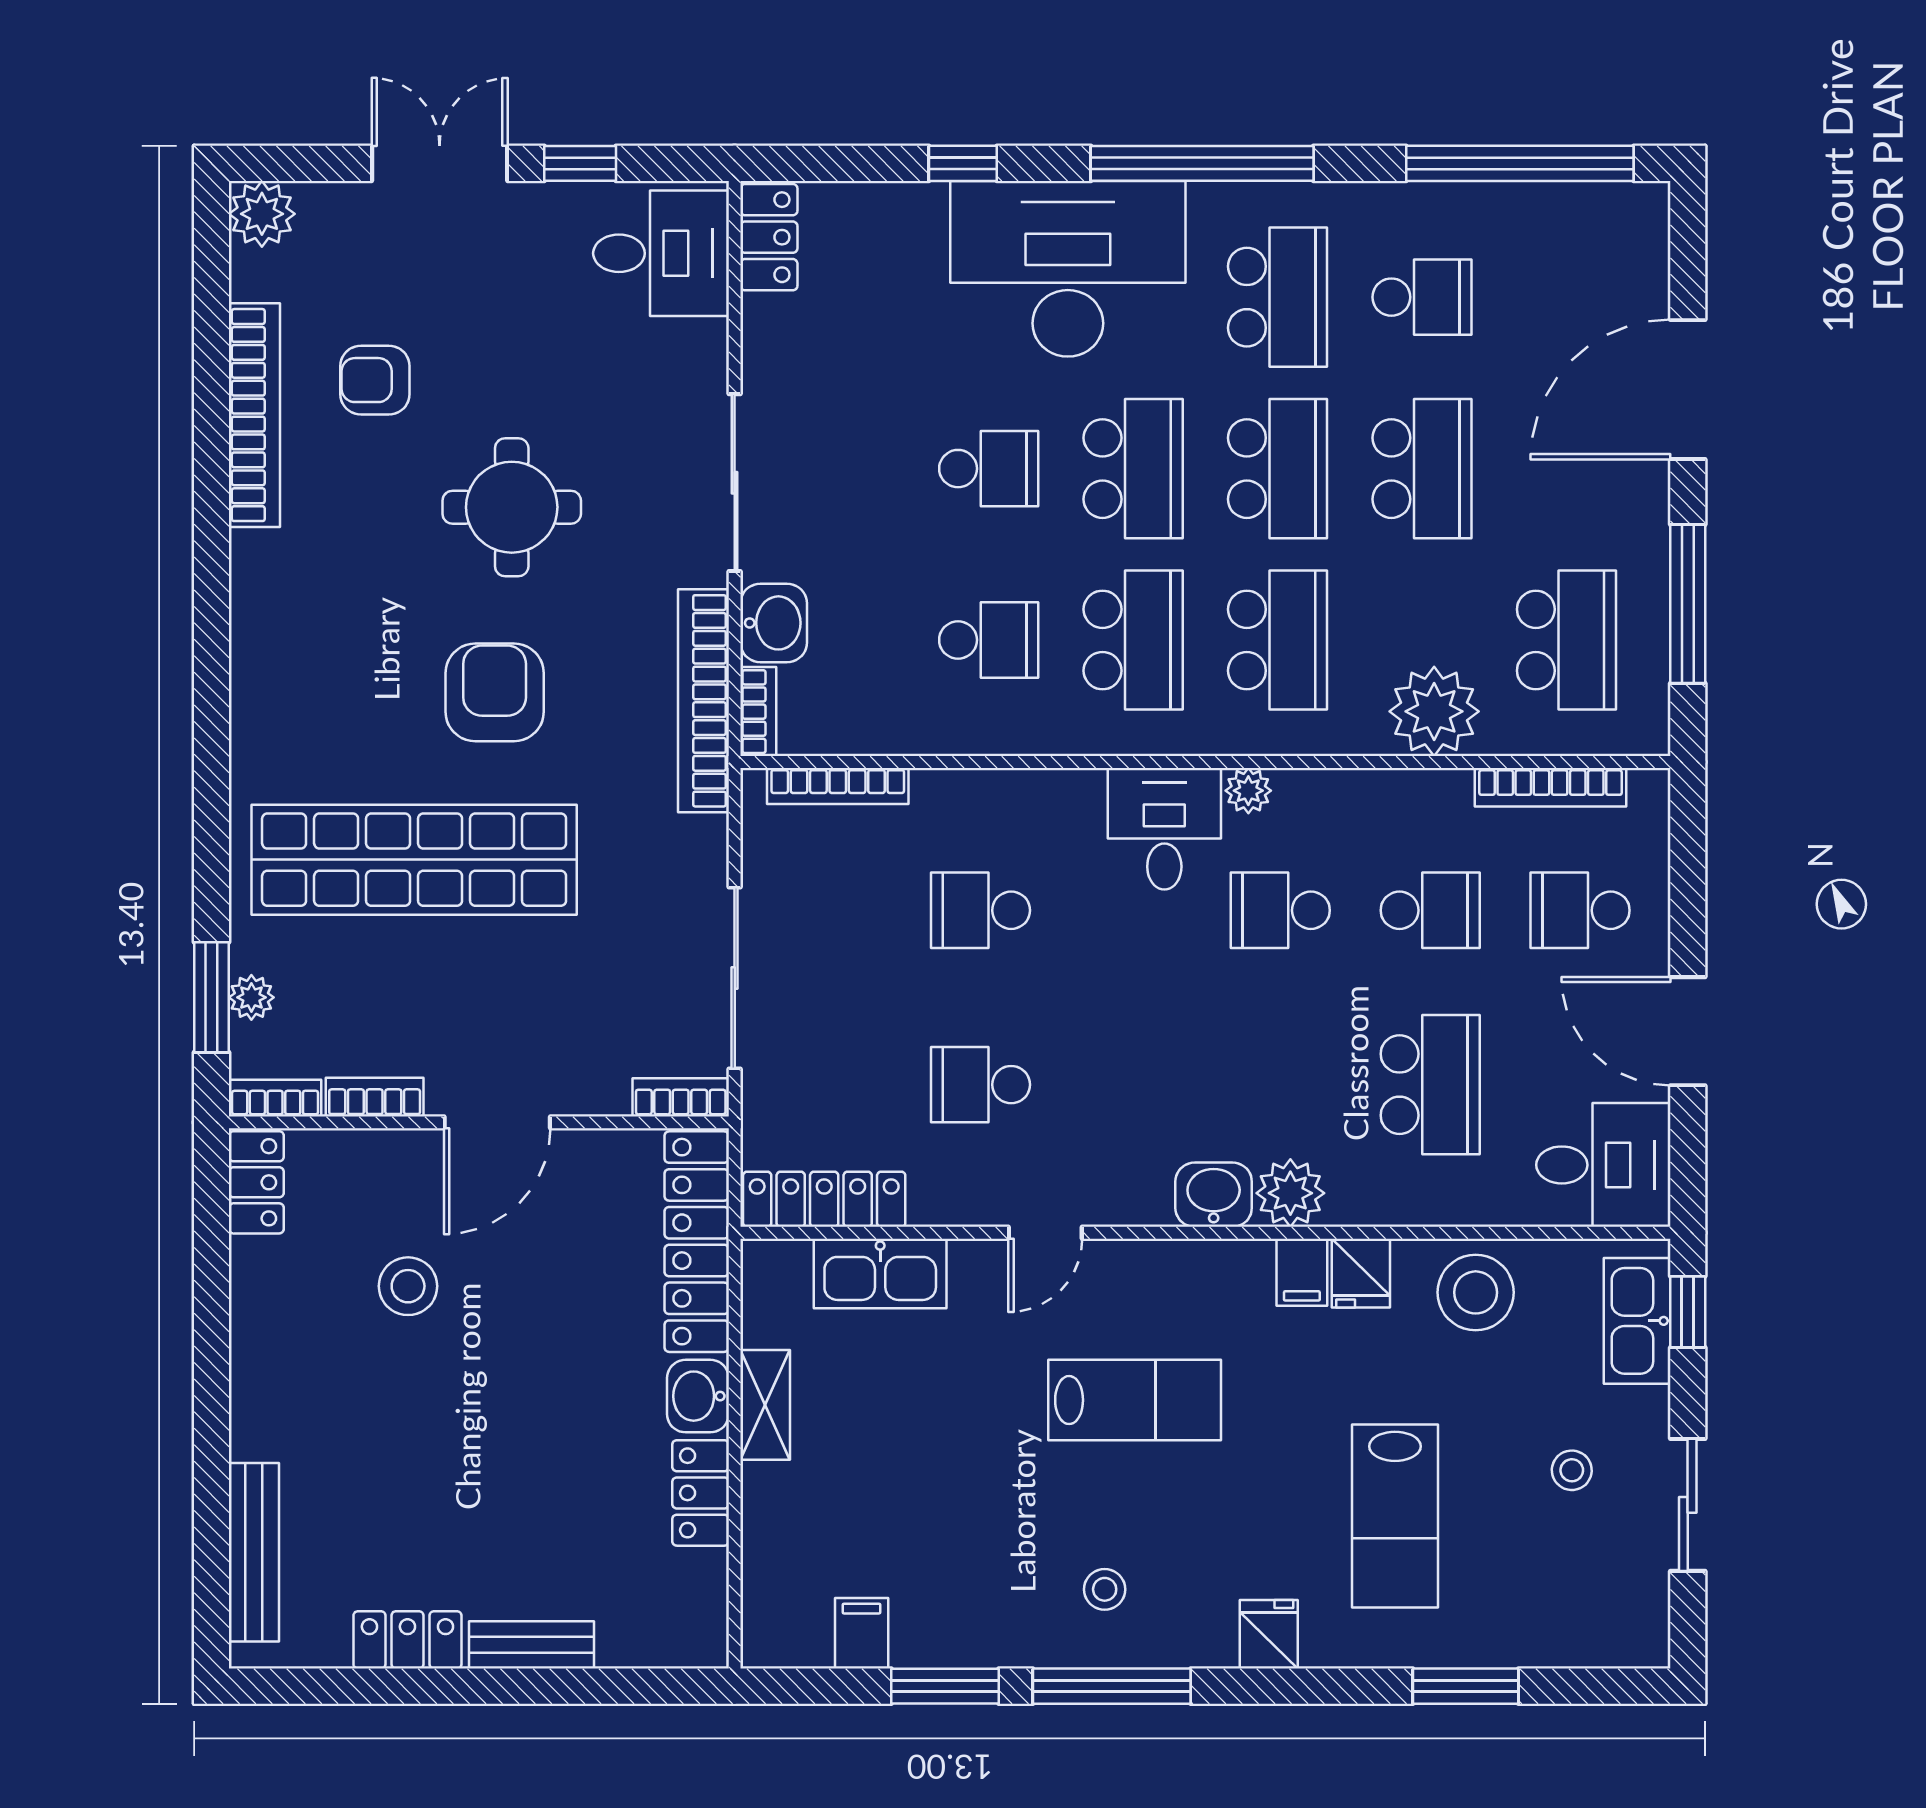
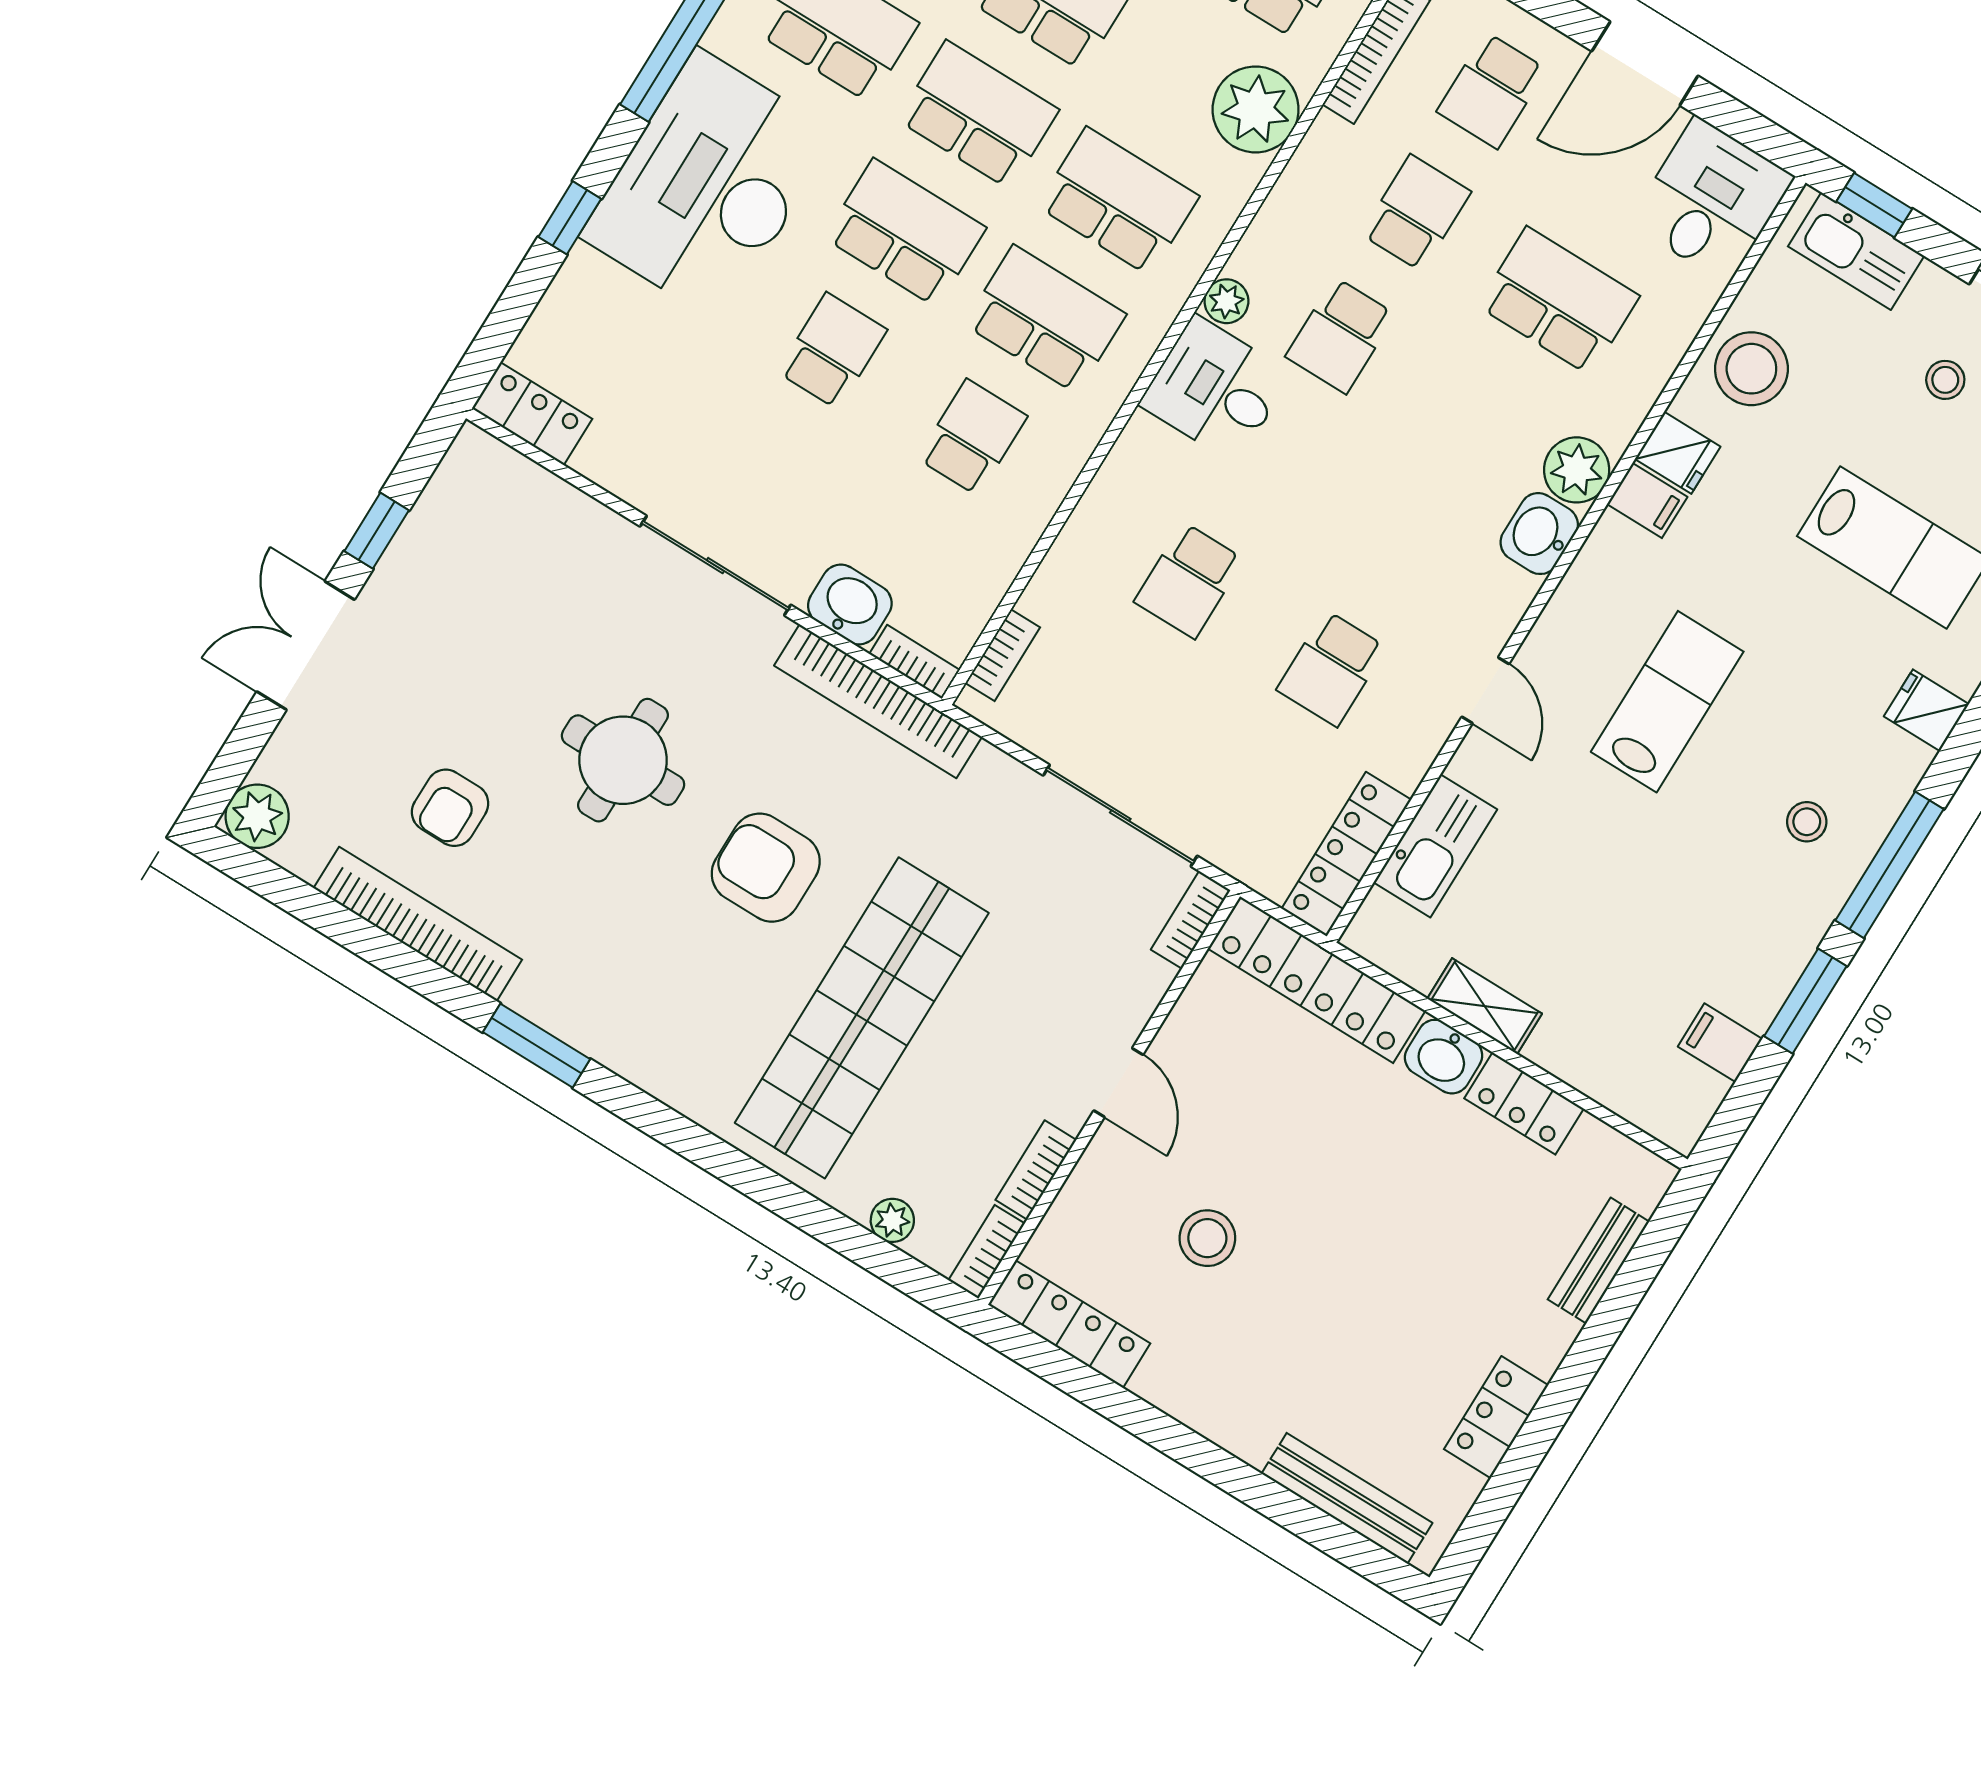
desk: (661, 253) -> (491, 510), removed
bookcase: (838, 786) -> (1003, 655), width x0.64
window: (212, 997) -> (537, 1046), moved
door: (497, 1122) -> (1118, 1083), width x0.73
locker: (256, 1182) -> (1069, 1324), width x1.53
bench: (532, 1645) -> (1599, 1261), moved

